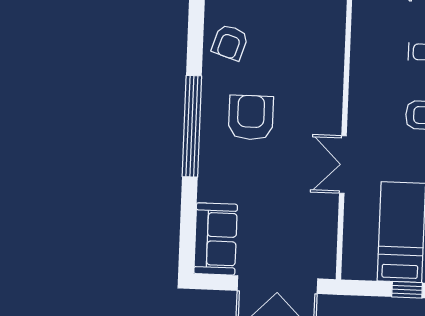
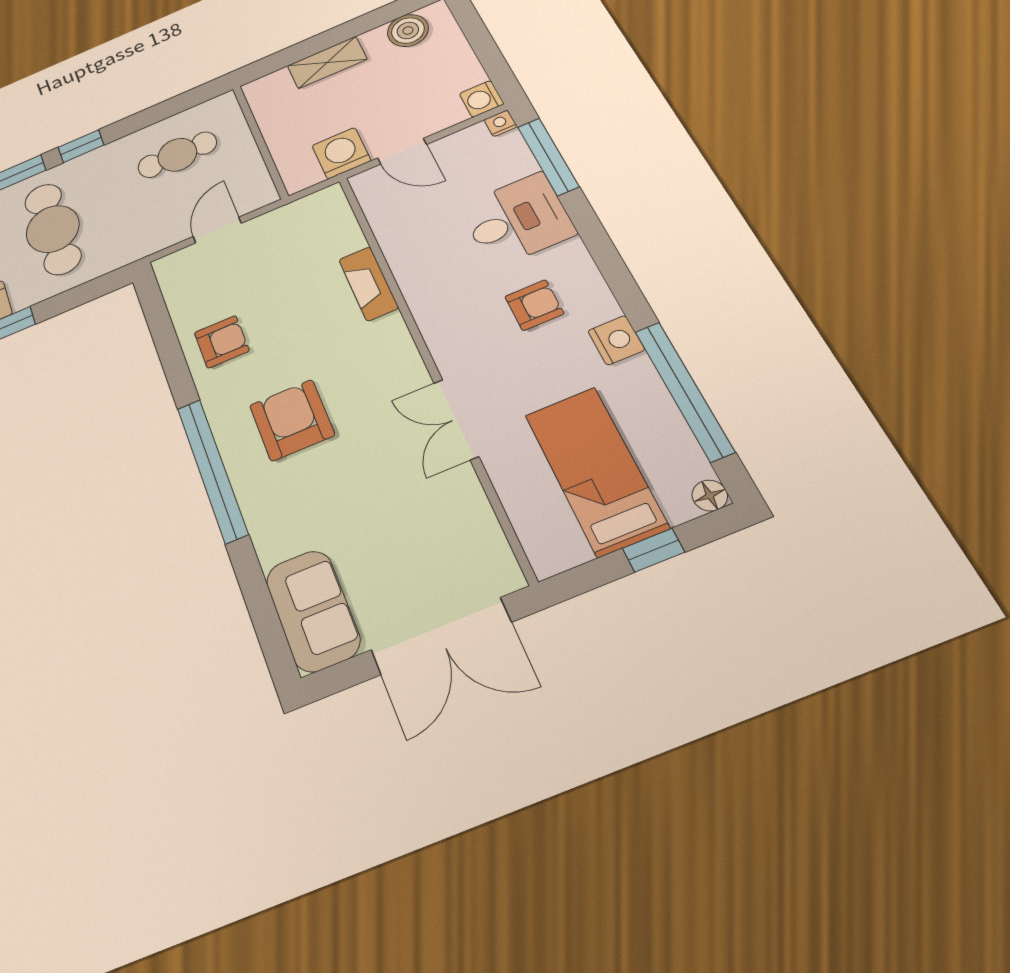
armchair: (230, 42) -> (222, 342), turned -108
fireplace: (334, 49) -> (368, 284), added

